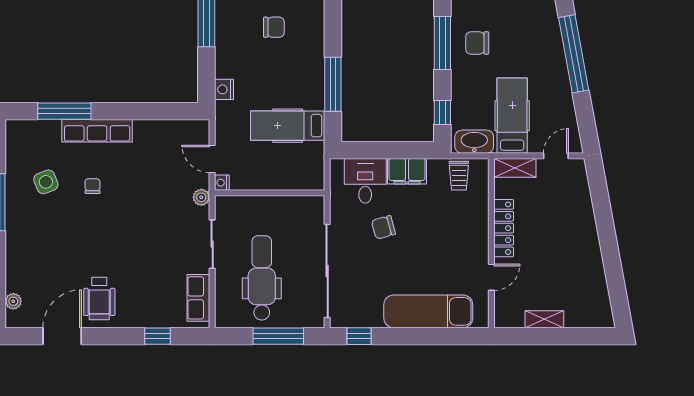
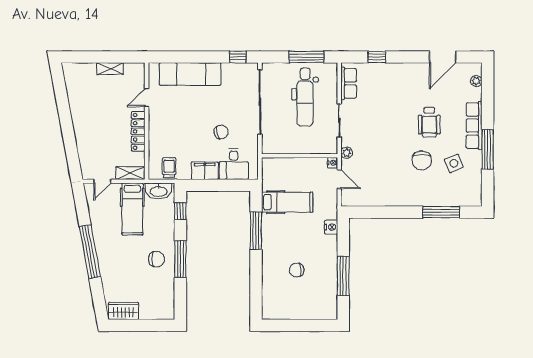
row of seats: (97, 131) -> (474, 126), moved, turned -90
chair: (92, 186) -> (422, 160), width x1.87, depth x1.87
wheelchair: (99, 298) -> (429, 122), moved, turned 180
window: (278, 336) -> (306, 57), moved

